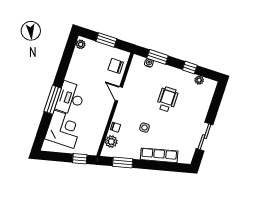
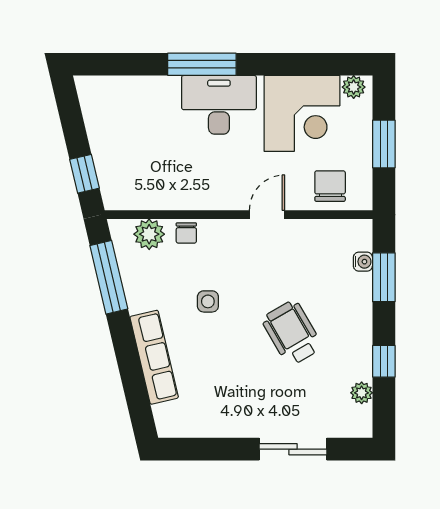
wheelchair: (167, 99) -> (292, 333), turned -120
corner desk: (64, 129) -> (302, 113), moved
sliding door: (204, 137) -> (293, 449), moved
window: (123, 163) -> (109, 277), width x1.44

